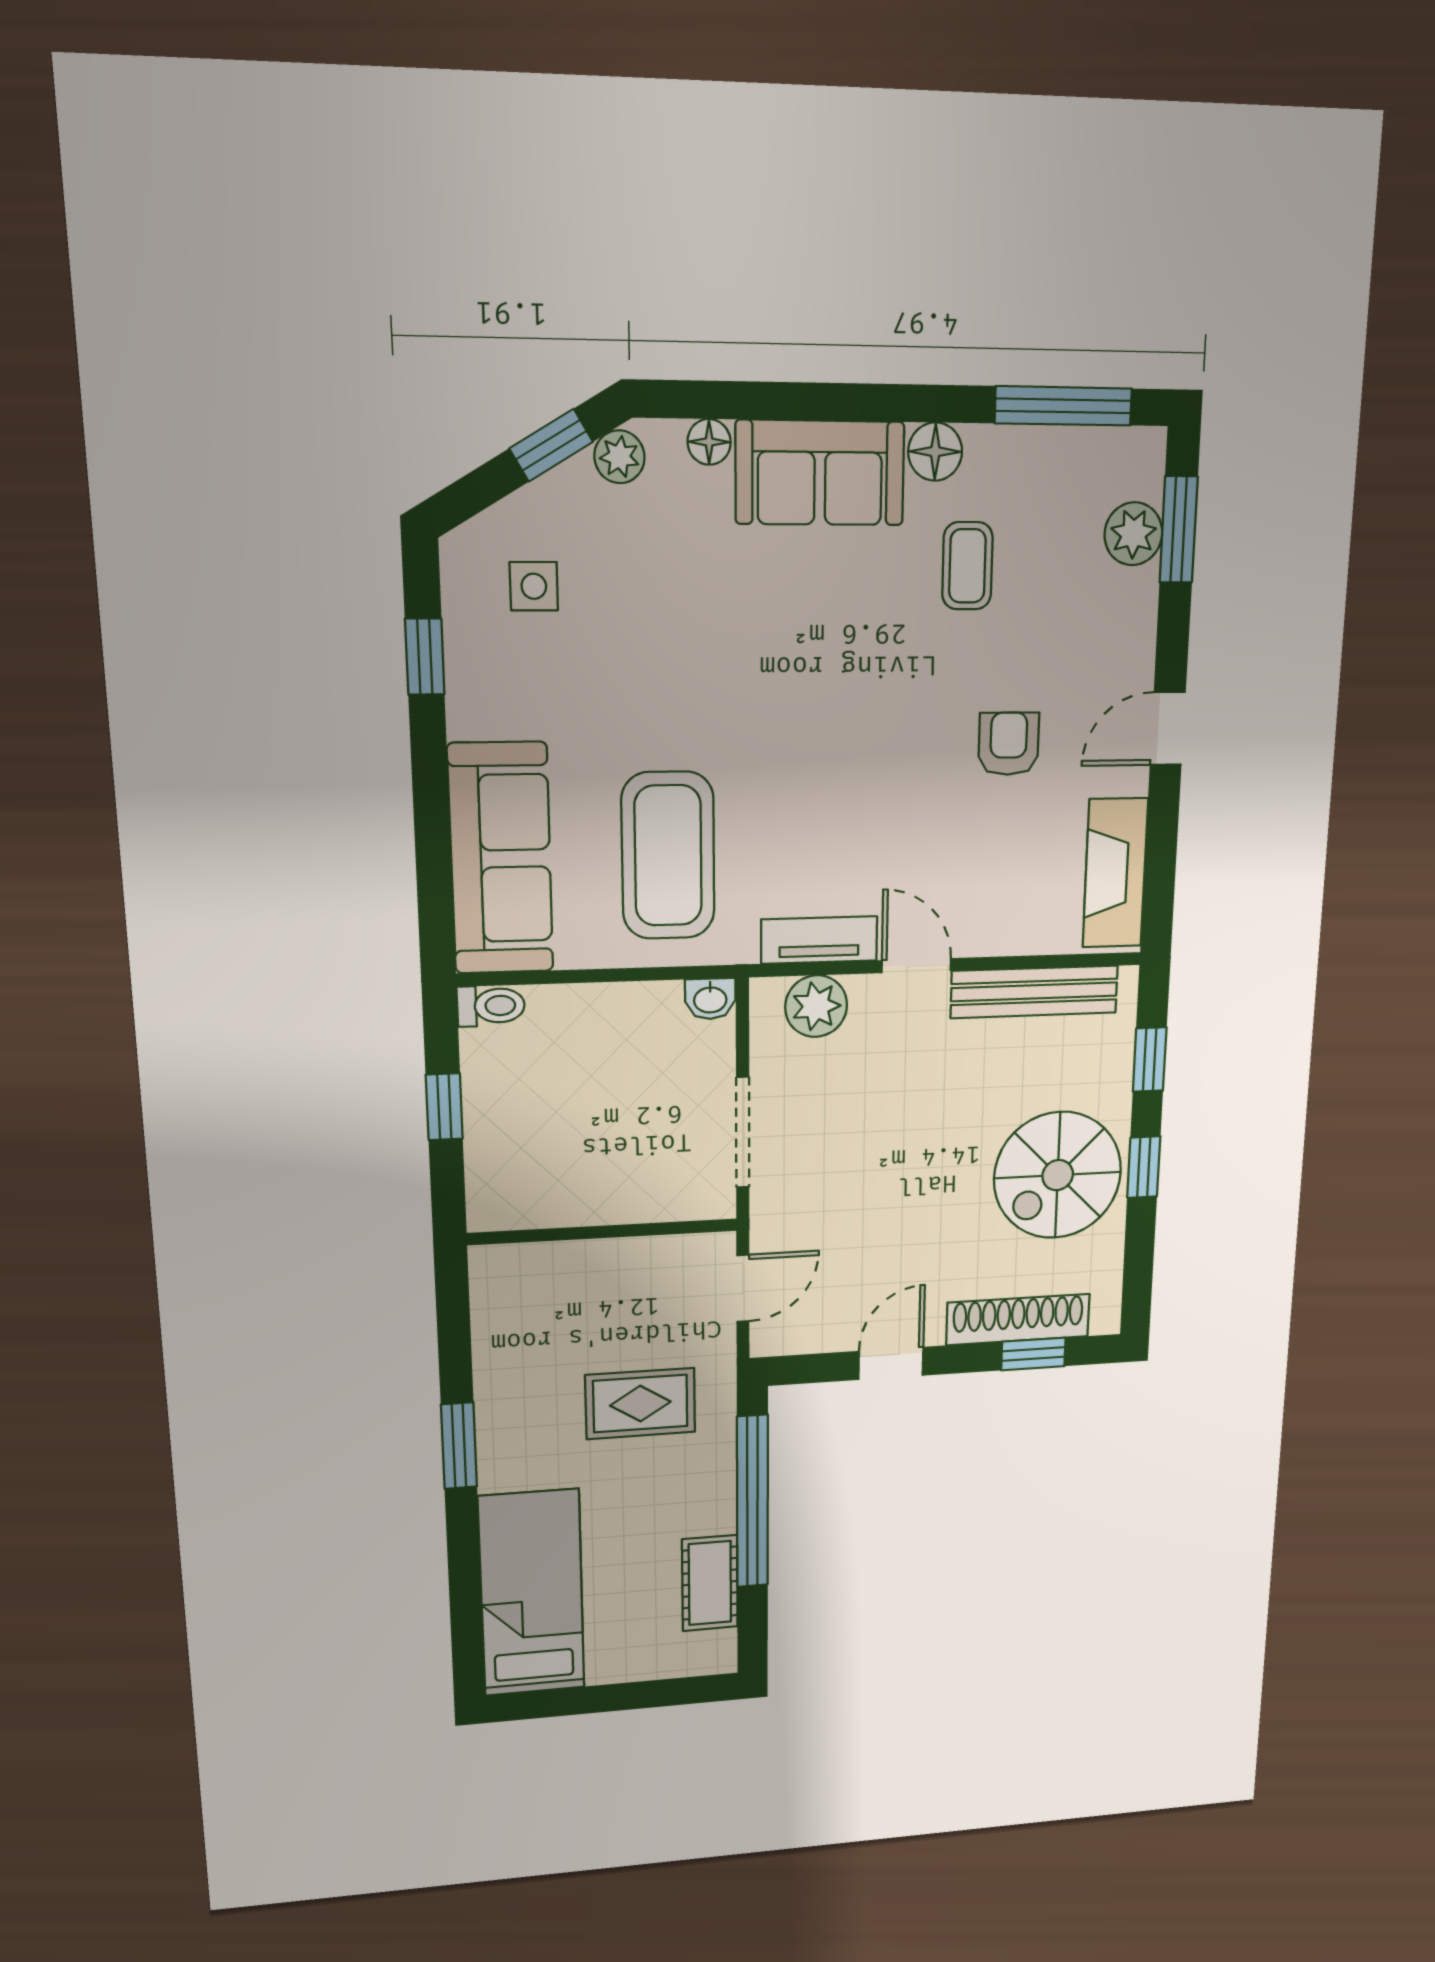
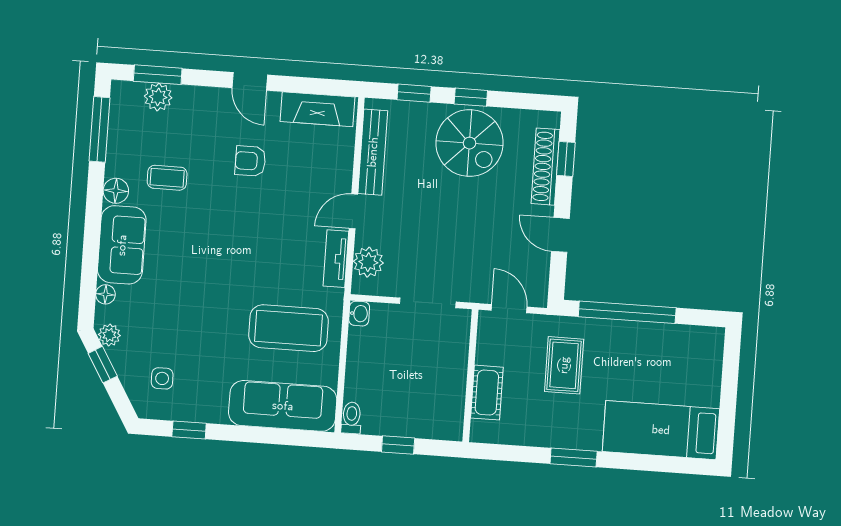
cot: (710, 1583) -> (487, 393), moved, turned 90

